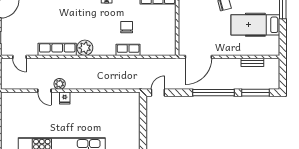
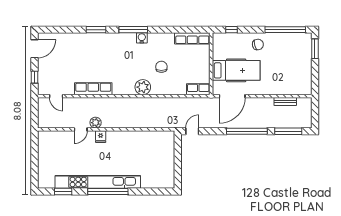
hospital bed: (255, 25) -> (236, 70), moved, turned 180
plant: (85, 48) -> (143, 87), moved
row of seats: (128, 50) -> (198, 89), moved
door: (44, 91) -> (81, 129), hinge flipped

